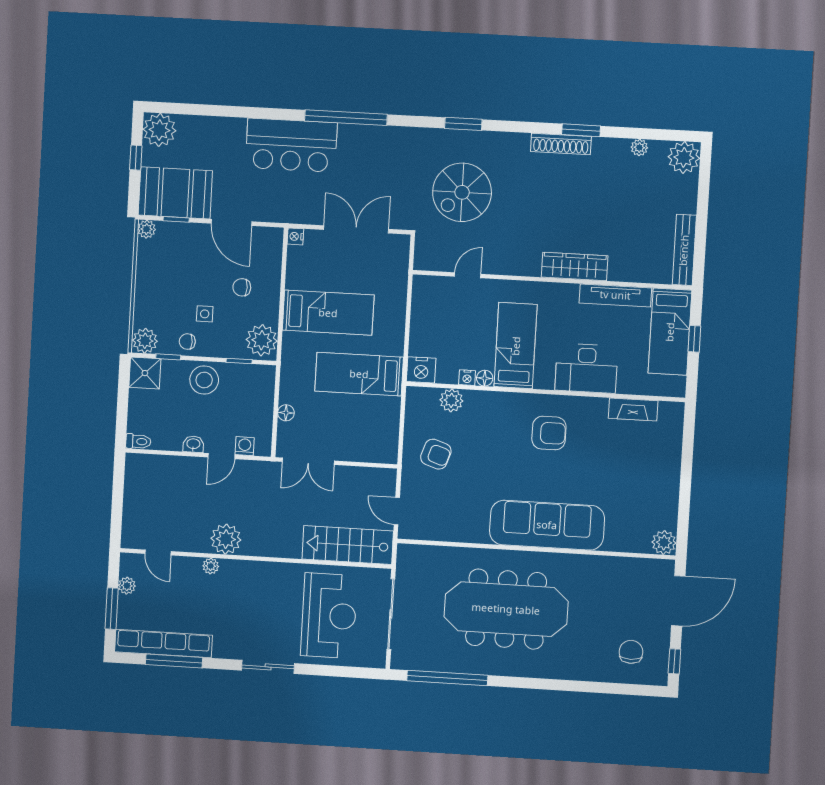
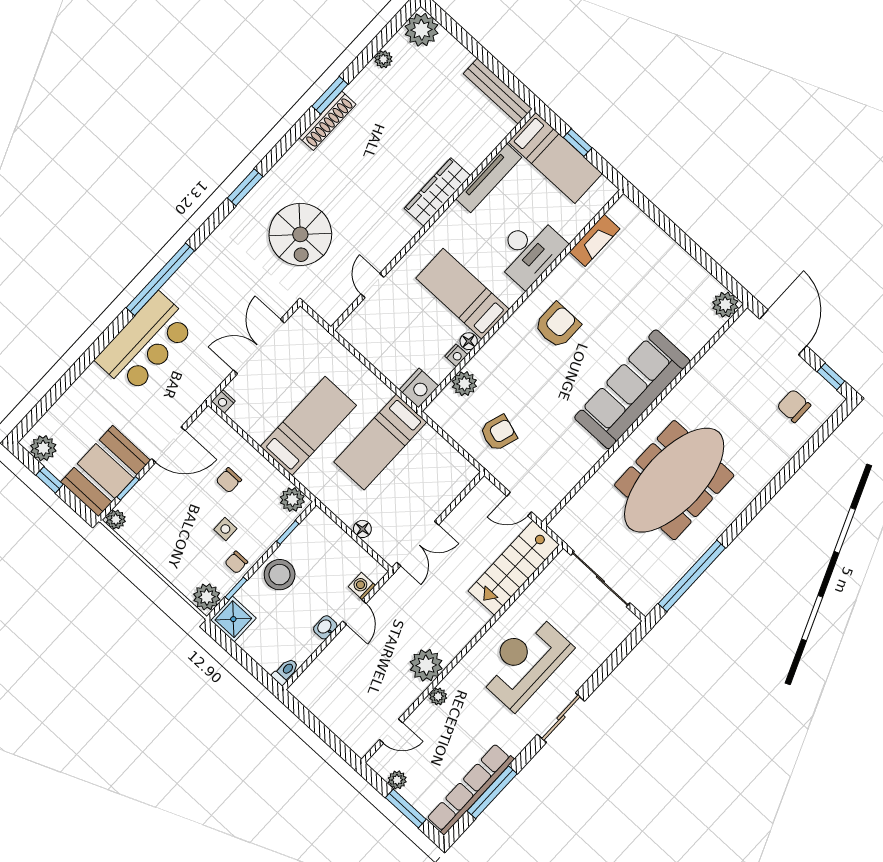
plant: (159, 130) -> (43, 448), width x0.73, depth x0.73
plant: (262, 340) -> (292, 499), width x0.73, depth x0.73
reception desk: (329, 616) -> (524, 662), moved, turned -90

